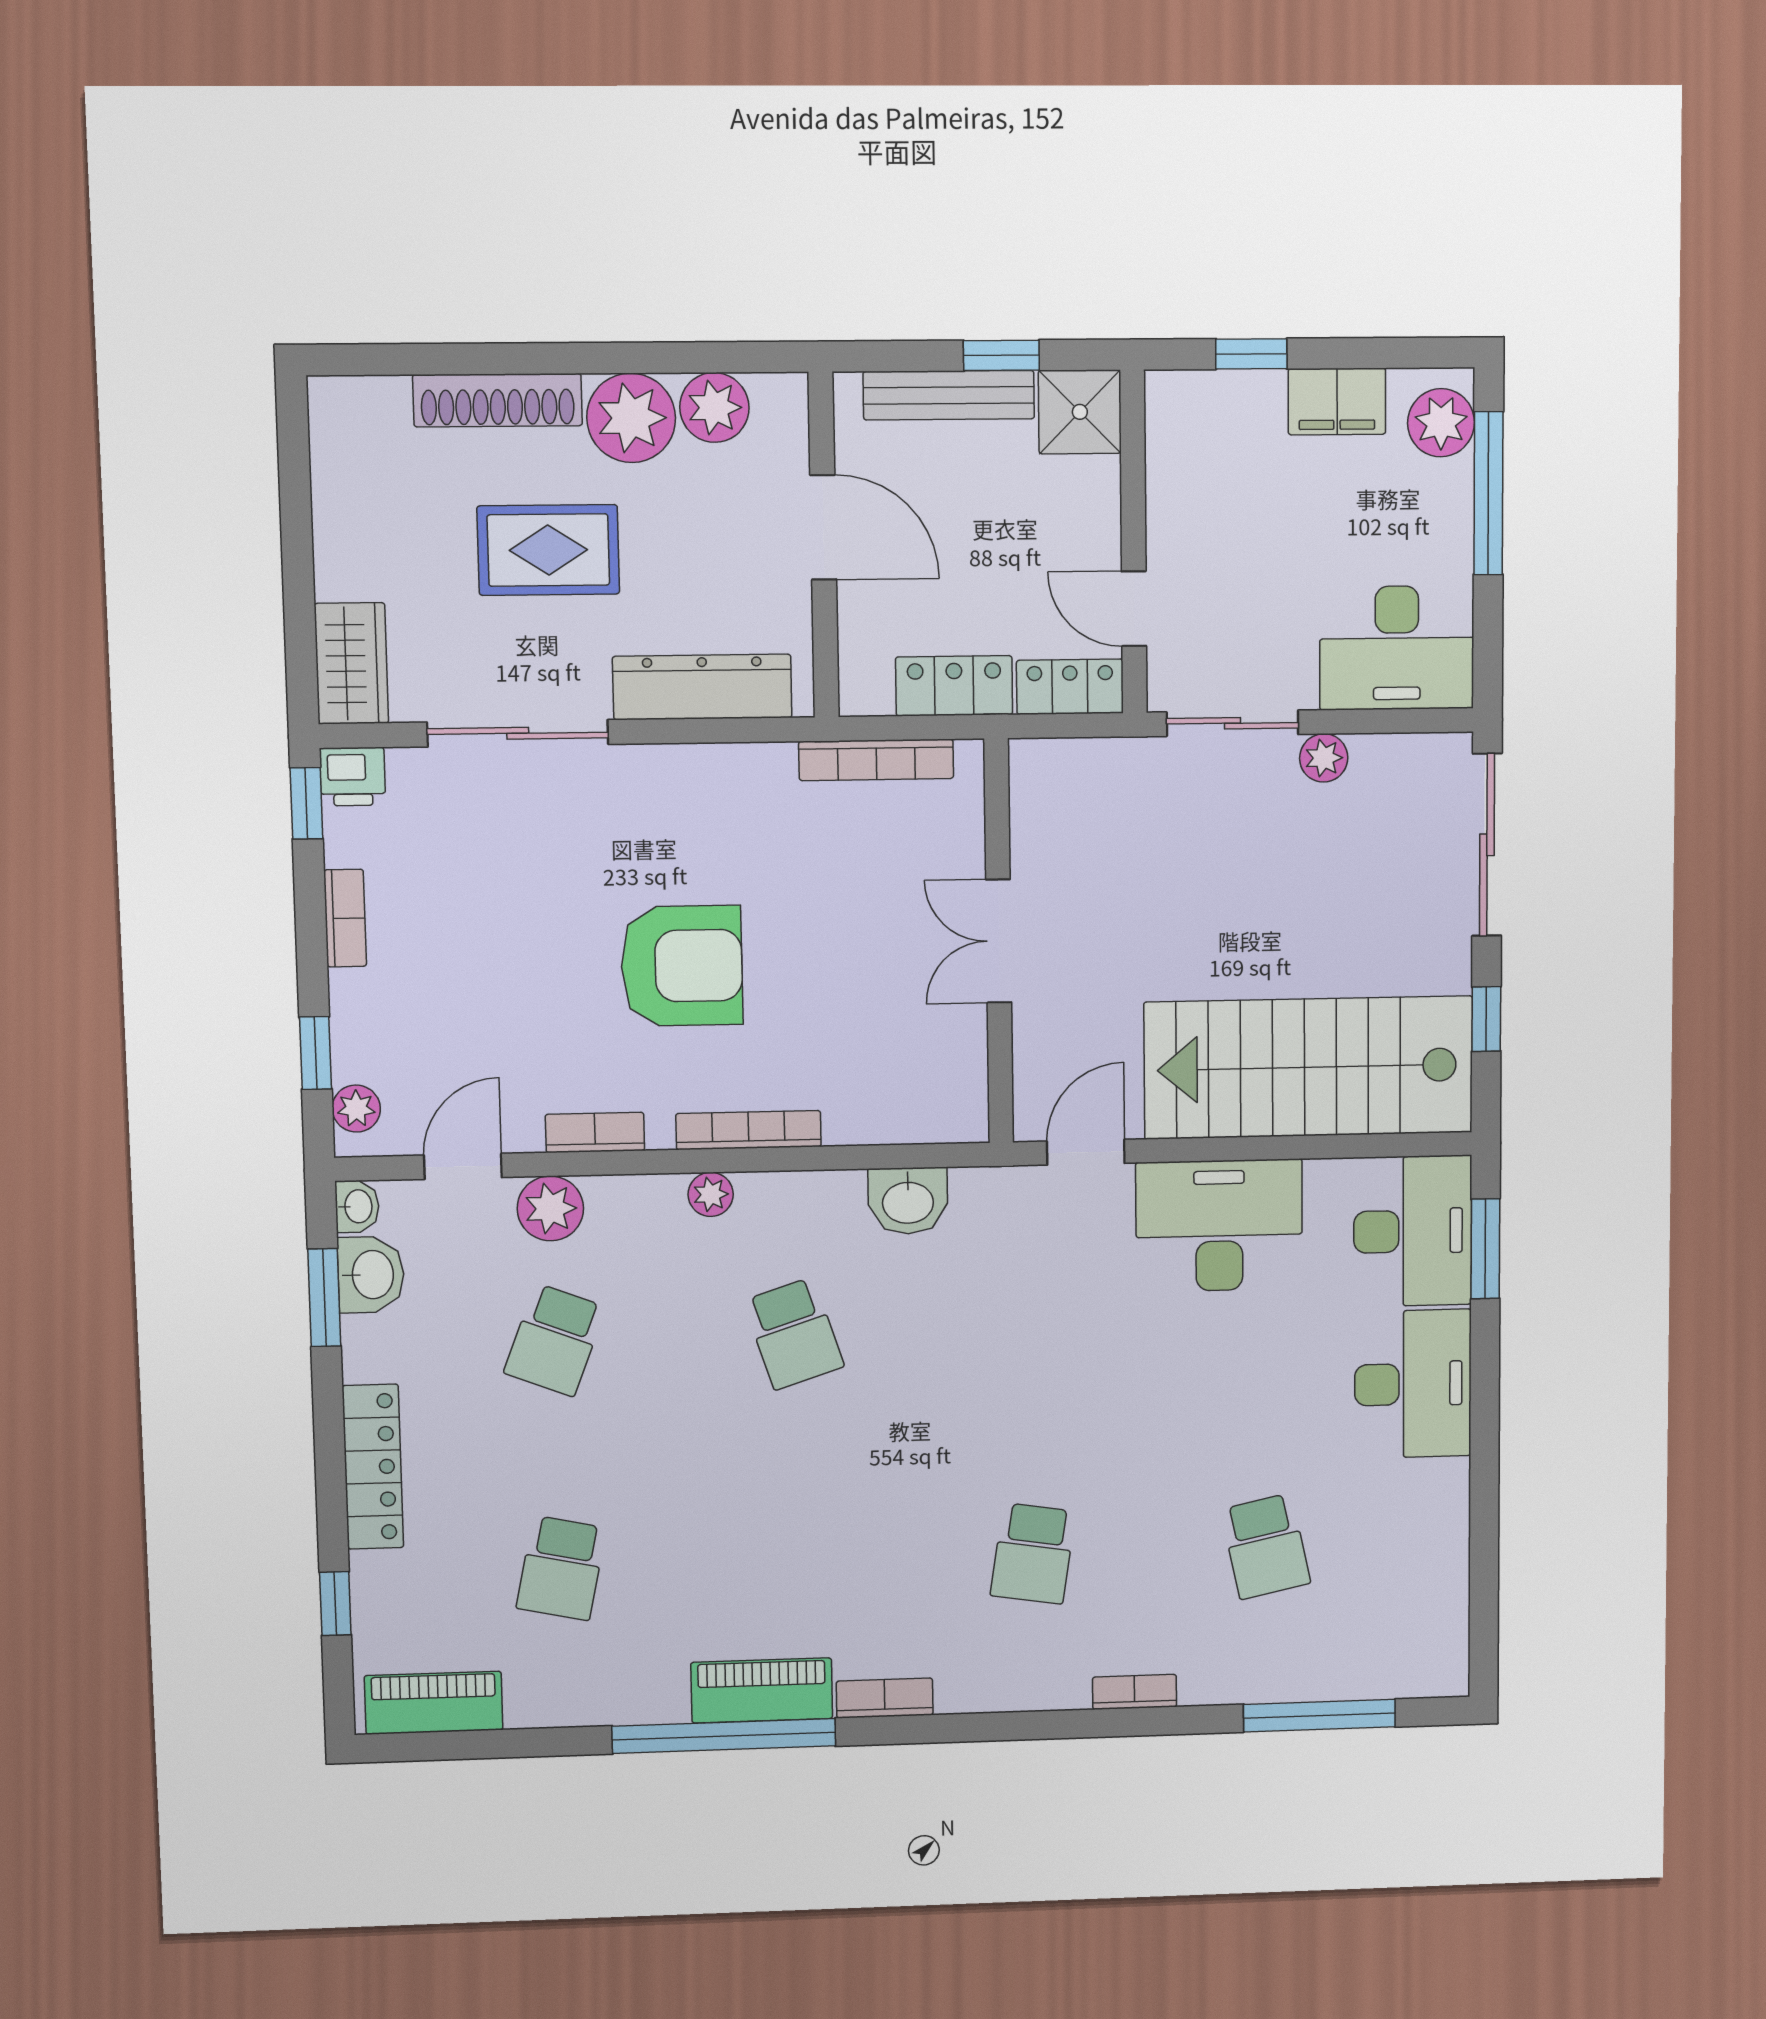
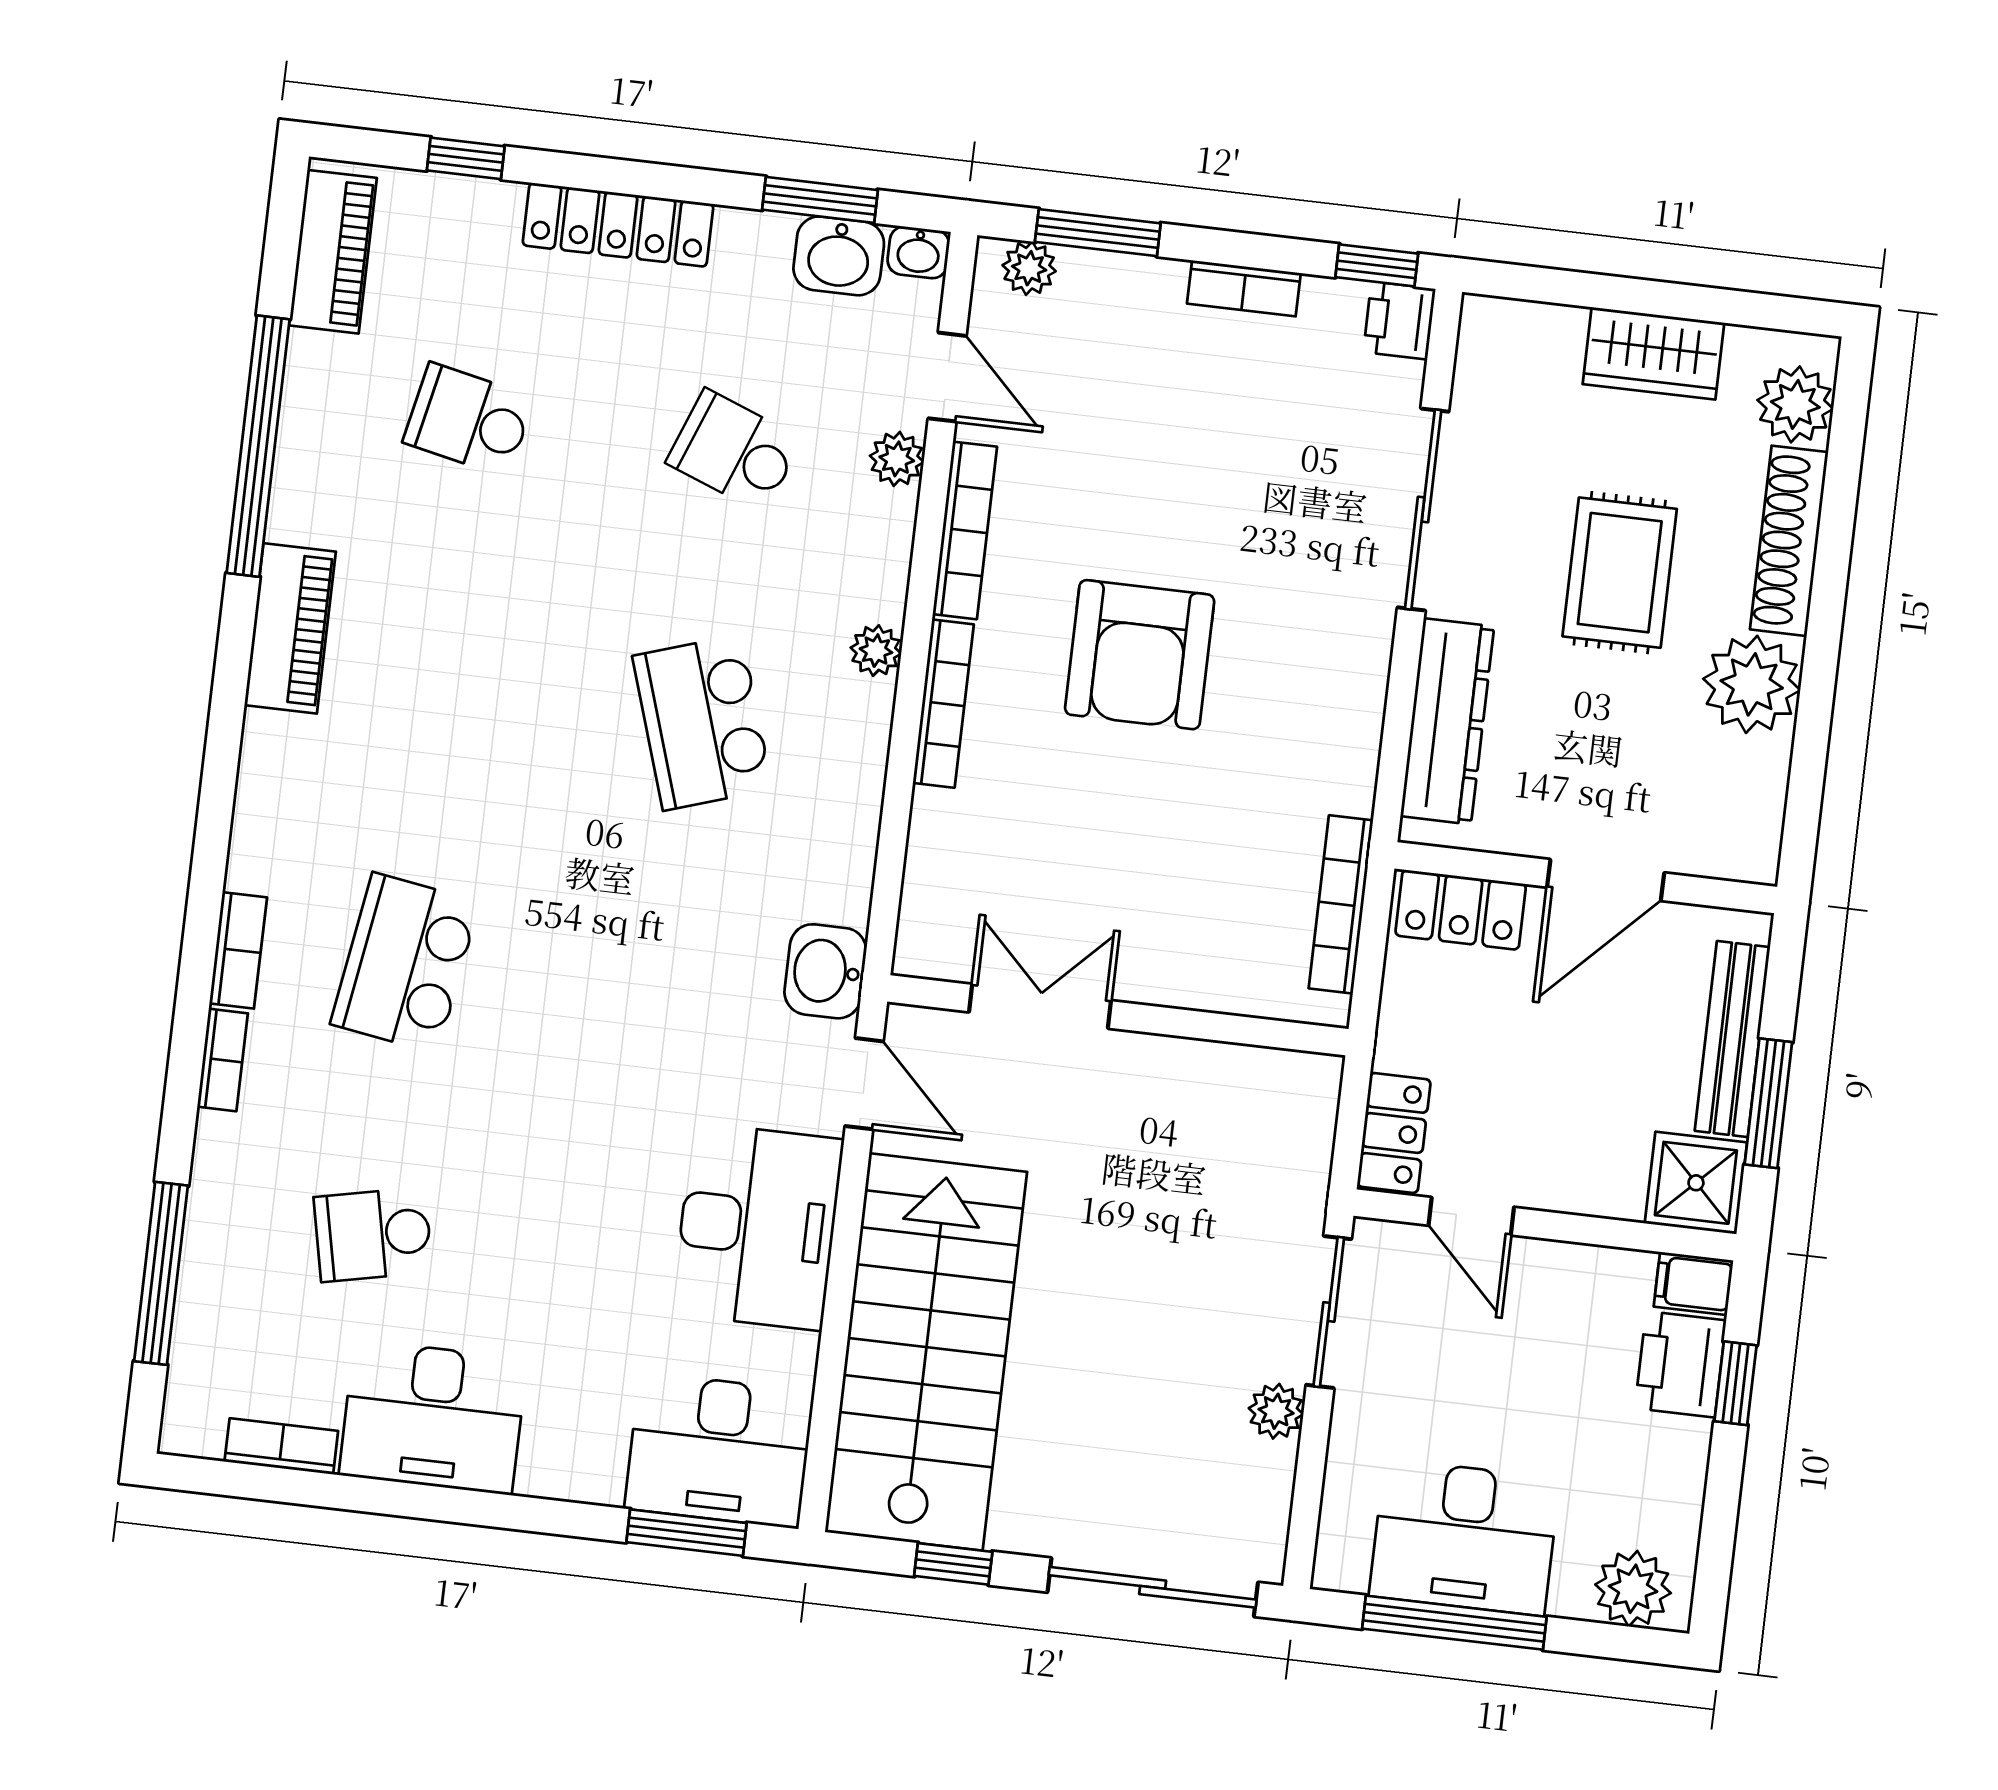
window: (1001, 355) -> (1768, 1103), width x1.50
filing cabinet: (1337, 401) -> (1694, 1283), moved, width x0.50
printer: (1241, 405) -> (1680, 1364), added
plant: (714, 407) -> (1795, 404), moved
window: (1488, 493) -> (1454, 1623), moved
door: (1134, 609) -> (1471, 1216), swing flipped
desk: (1397, 648) -> (1464, 1537), moved, turned -90
wardrobe: (351, 663) -> (1653, 353), moved
locker: (954, 686) -> (1461, 910), moved, turned 90
double door: (999, 941) -> (1040, 1006), moved
window: (315, 1053) -> (1098, 233), width x1.50
bookcase: (595, 1132) -> (965, 530), width x1.56
washbasin: (908, 1201) -> (825, 971), moved
plant: (550, 1208) -> (897, 459), width x0.73, depth x0.73
school desk: (794, 1334) -> (702, 723), width x1.85
desk: (1413, 1384) -> (433, 1417), moved
school desk: (1033, 1554) -> (405, 963), width x1.85
bookcase: (1452, 1596) -> (281, 1446), added
bookcase: (885, 1698) -> (238, 950), moved
window: (724, 1736) -> (258, 446), moved

